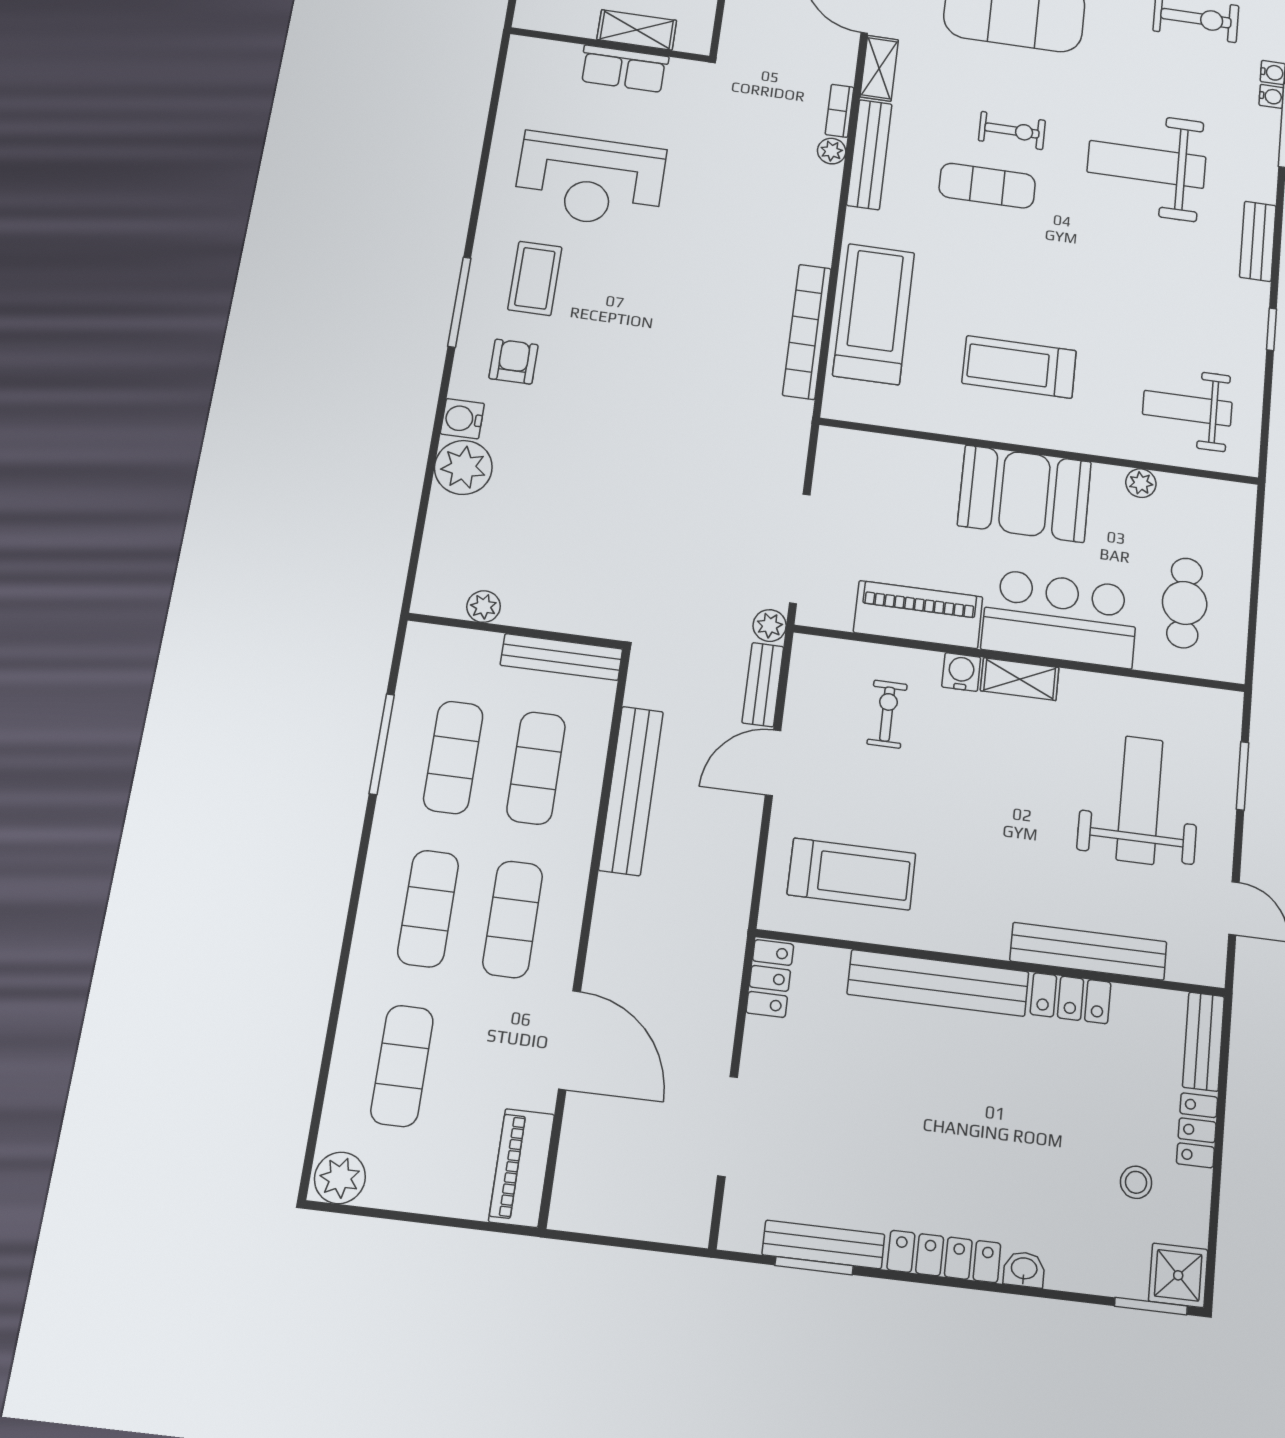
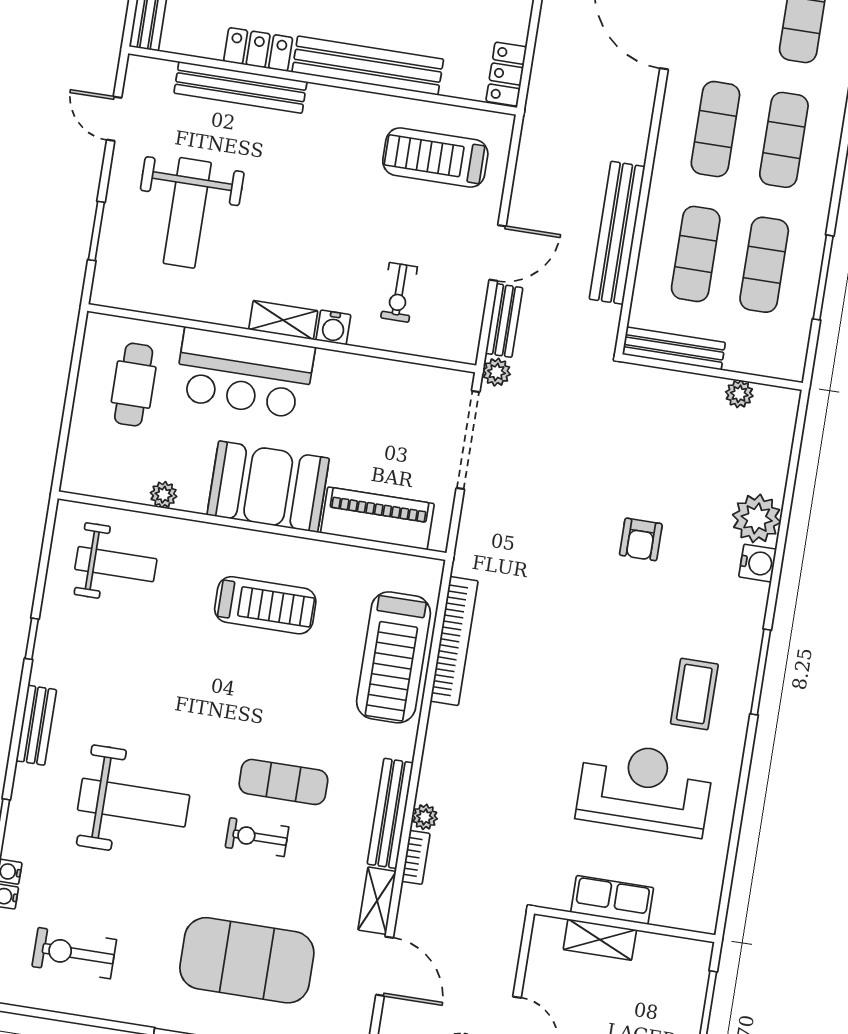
armchair: (514, 362) -> (641, 539), moved
piano: (918, 615) -> (377, 518), moved, turned 180

